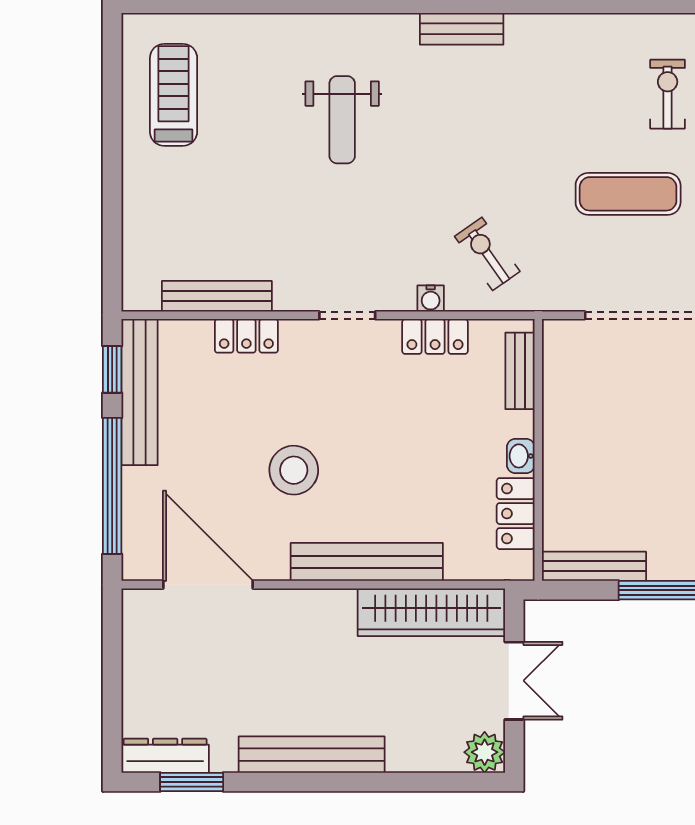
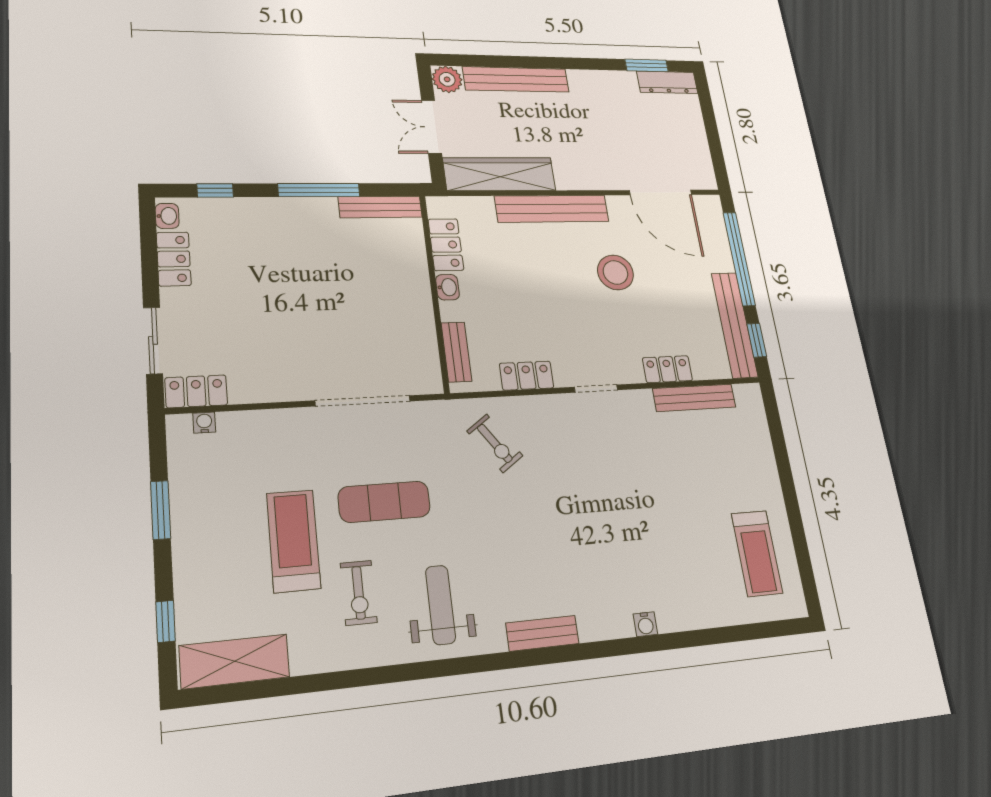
weight bench: (342, 120) -> (440, 605), moved
water cooler: (431, 298) -> (645, 624), moved, turned 180
bench: (312, 755) -> (516, 79), moved

